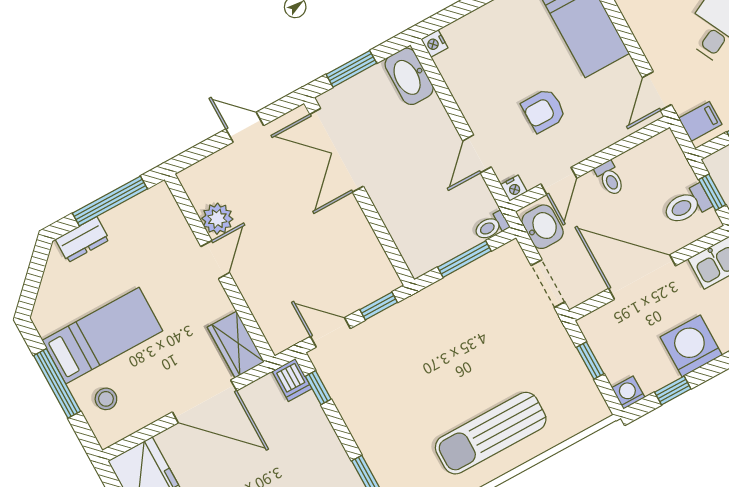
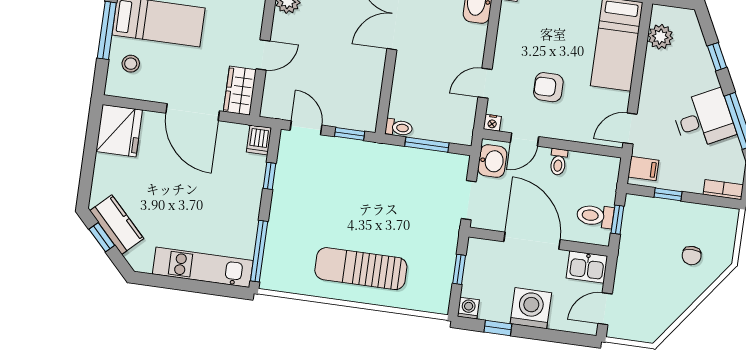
toilet: (491, 226) -> (399, 128), moved, turned 180
door: (215, 260) -> (263, 55), moved
window: (318, 388) -> (269, 176), moved

